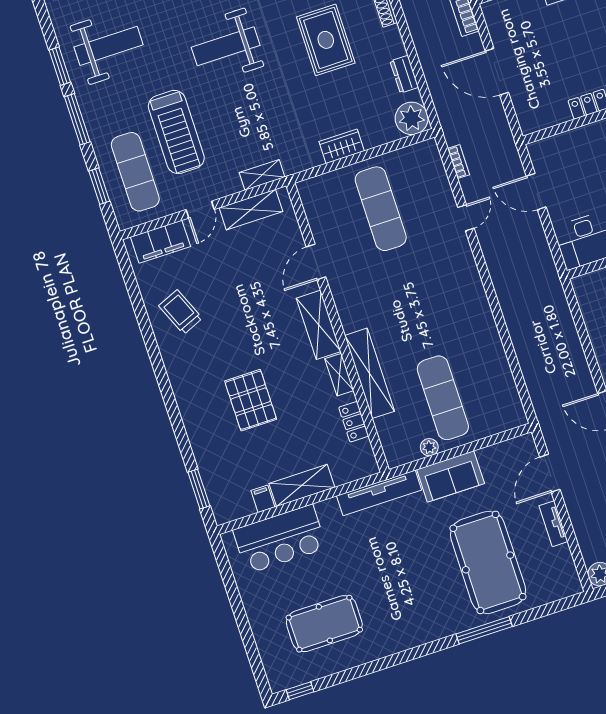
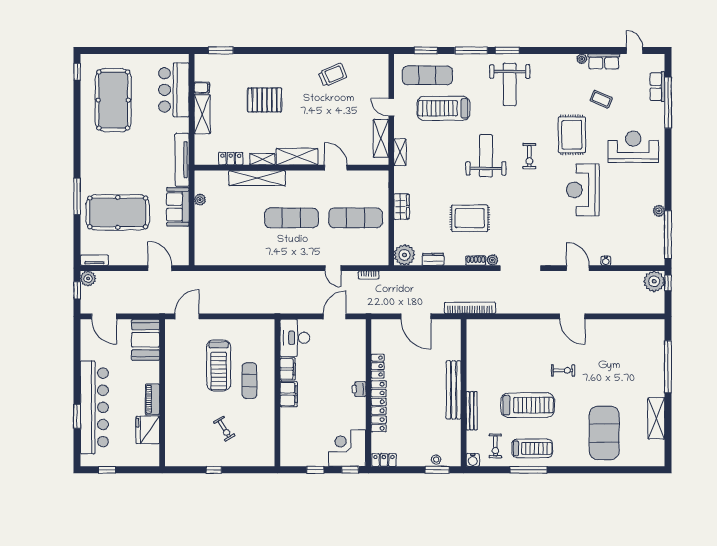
door: (497, 72) -> (416, 316), swing flipped
filing cabinet: (160, 242) -> (380, 77), removed
exercise mat: (443, 398) -> (291, 218), moved
tv unit: (553, 524) -> (94, 260), moved
pool table: (324, 624) -> (113, 100), width x1.36, depth x1.32

